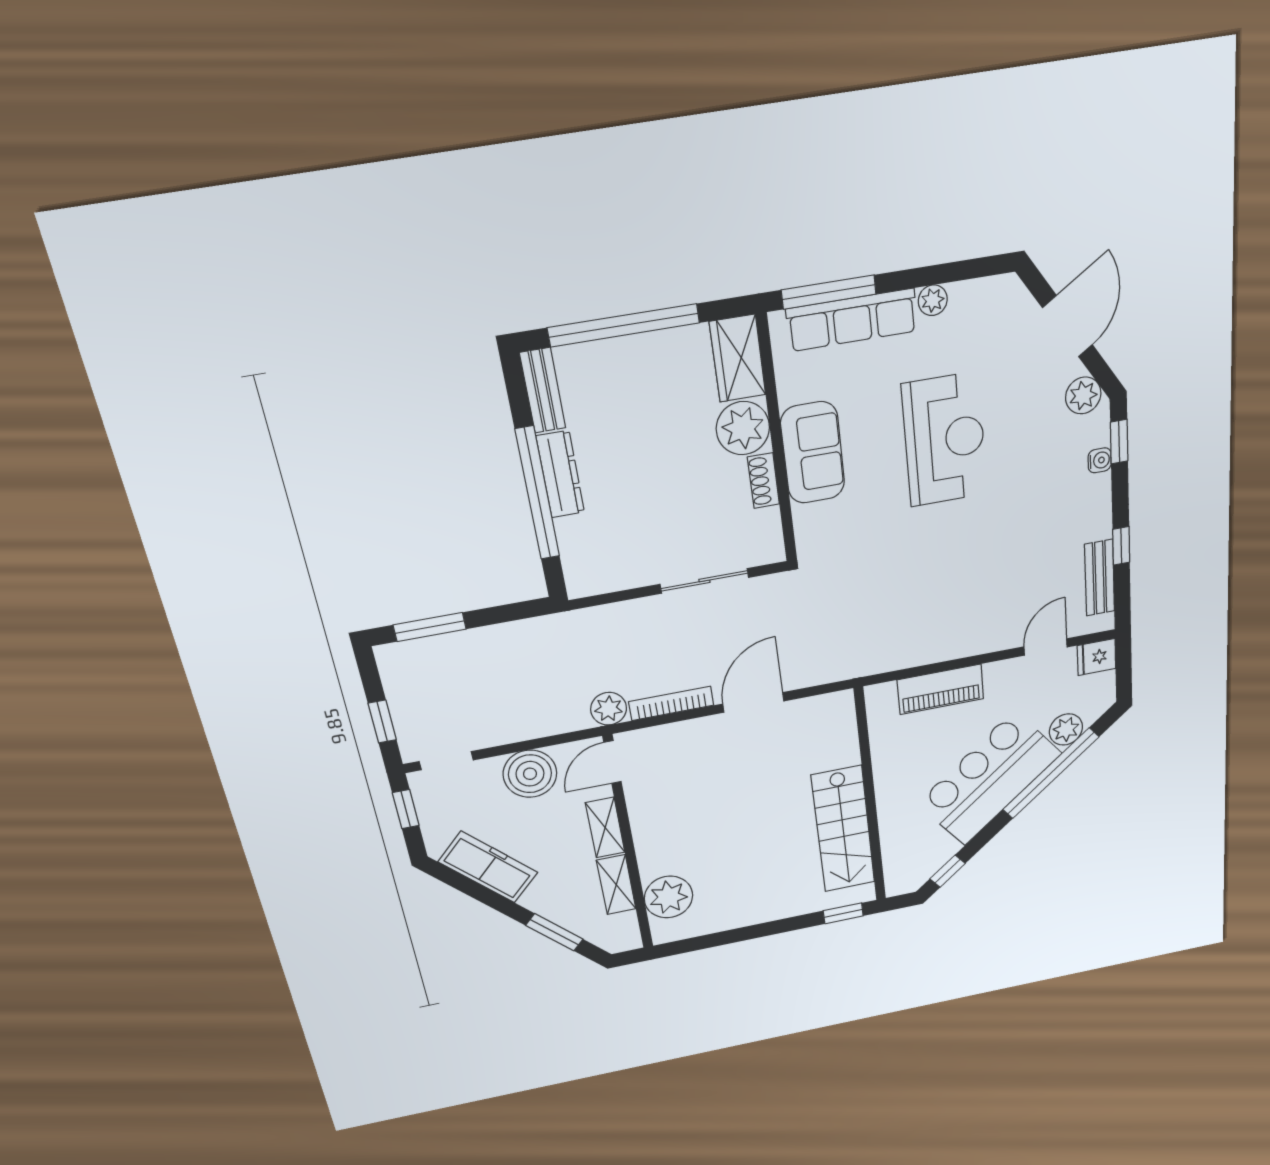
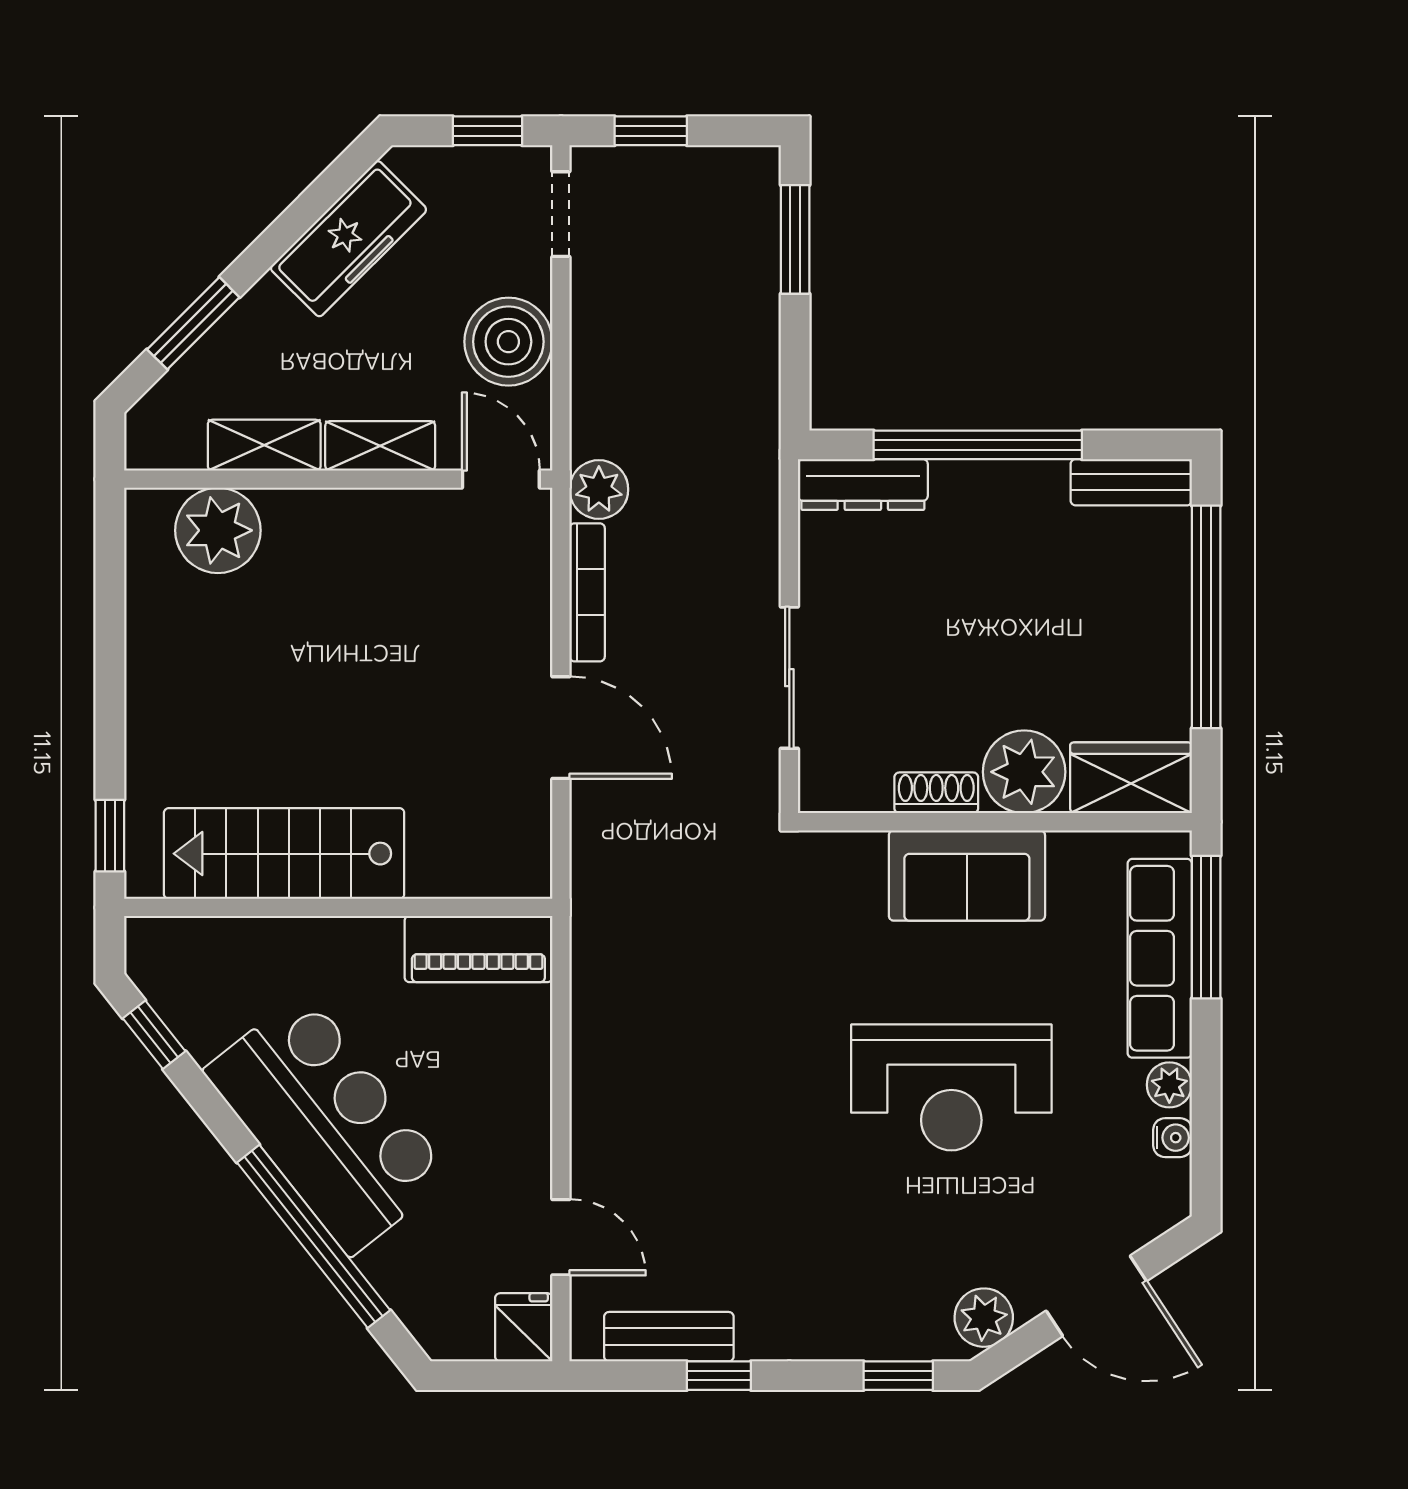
water cooler: (1100, 460) -> (1173, 1138), moved, turned -90
dresser: (560, 474) -> (863, 485), moved
piano: (940, 689) -> (478, 949), moved, turned -90
plant: (1066, 730) -> (395, 1268), removed

